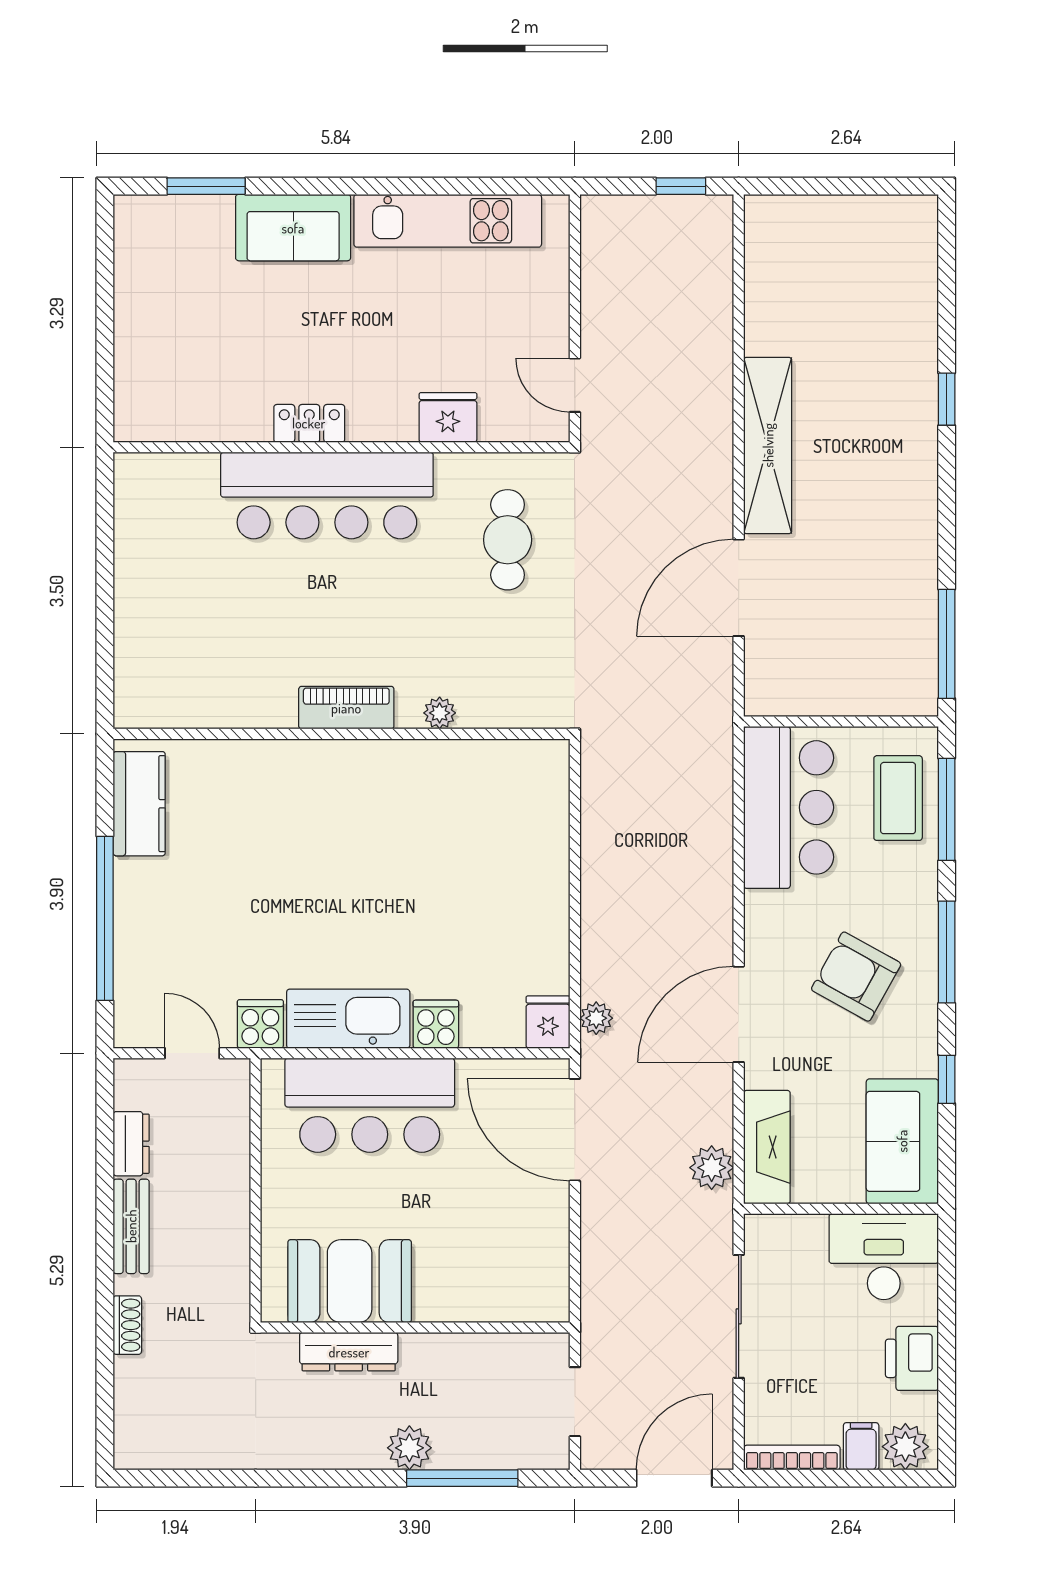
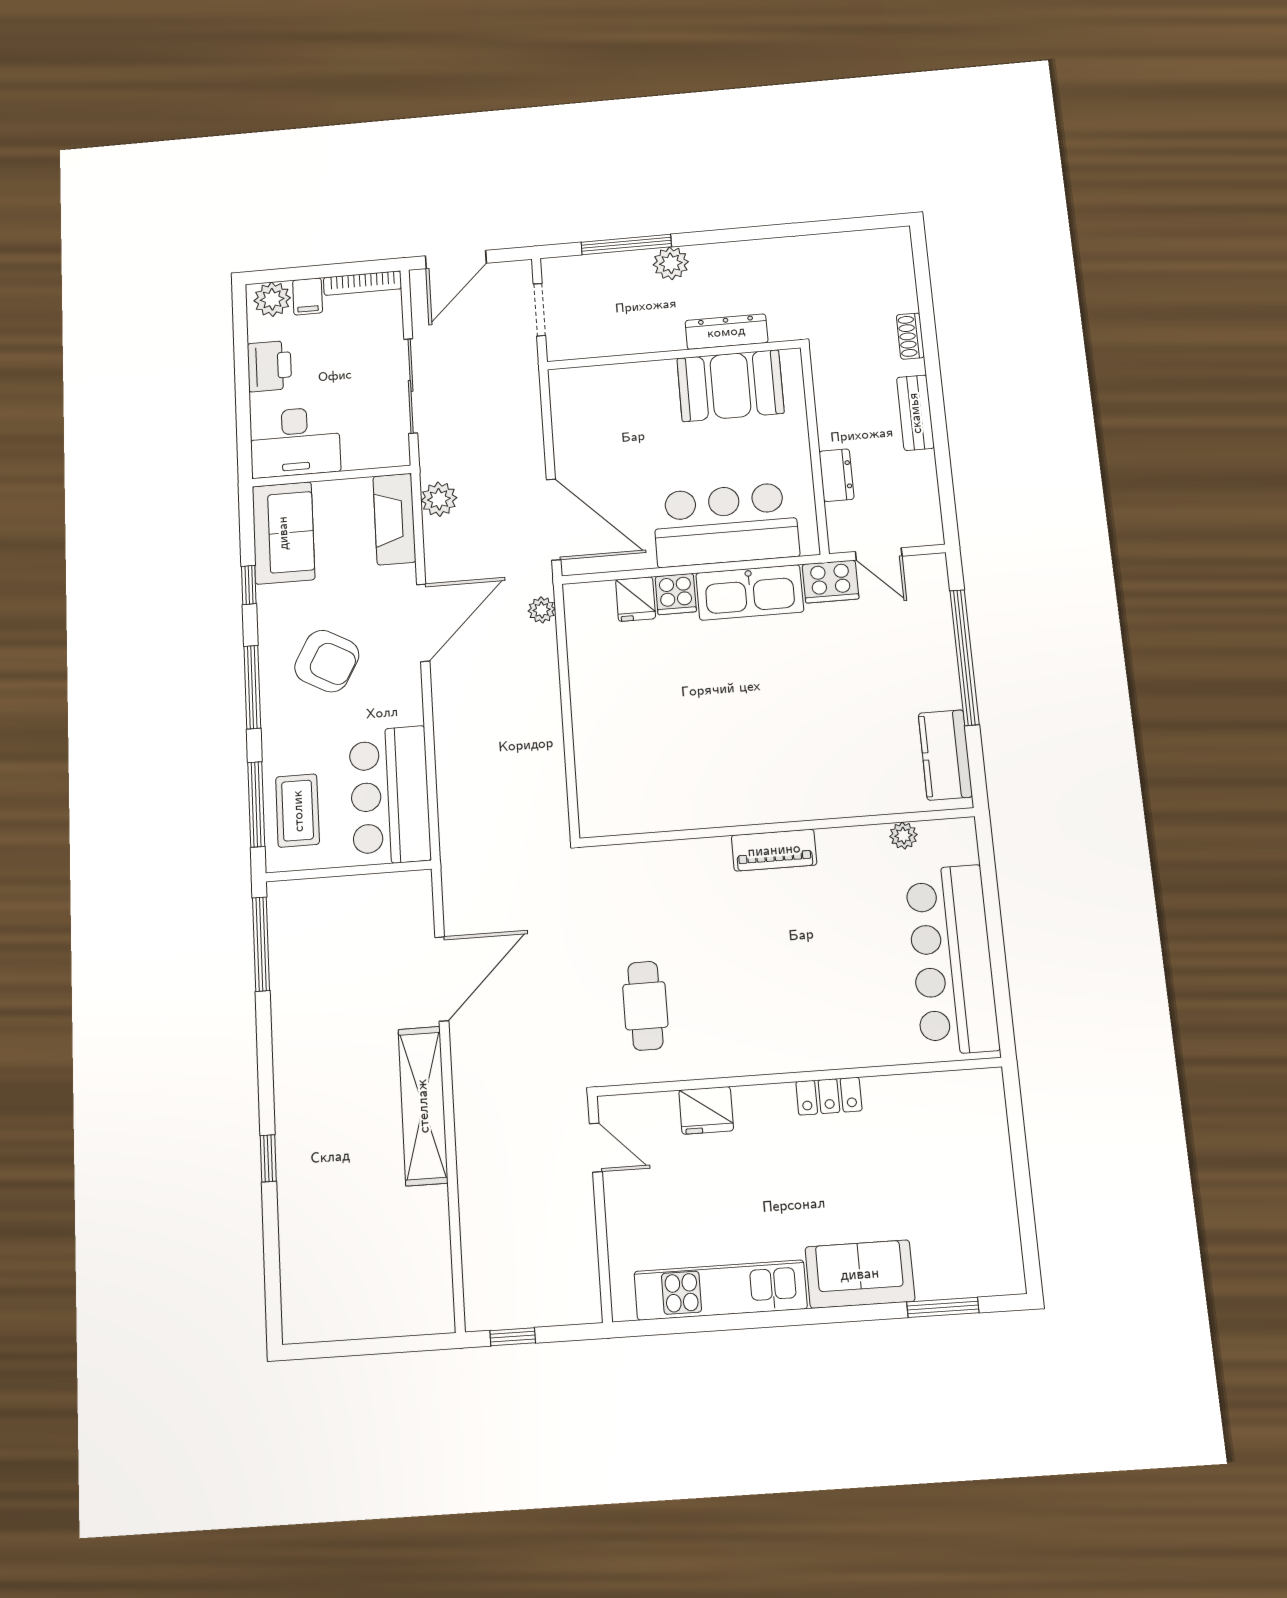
bar counter: (327, 495) -> (952, 960), moved, turned -90
plant: (440, 713) -> (903, 836), moved
fridge: (548, 1022) -> (636, 599), moved
cooker: (260, 1024) -> (831, 582), width x1.36
dresser: (131, 1144) -> (837, 475), moved, turned 180

